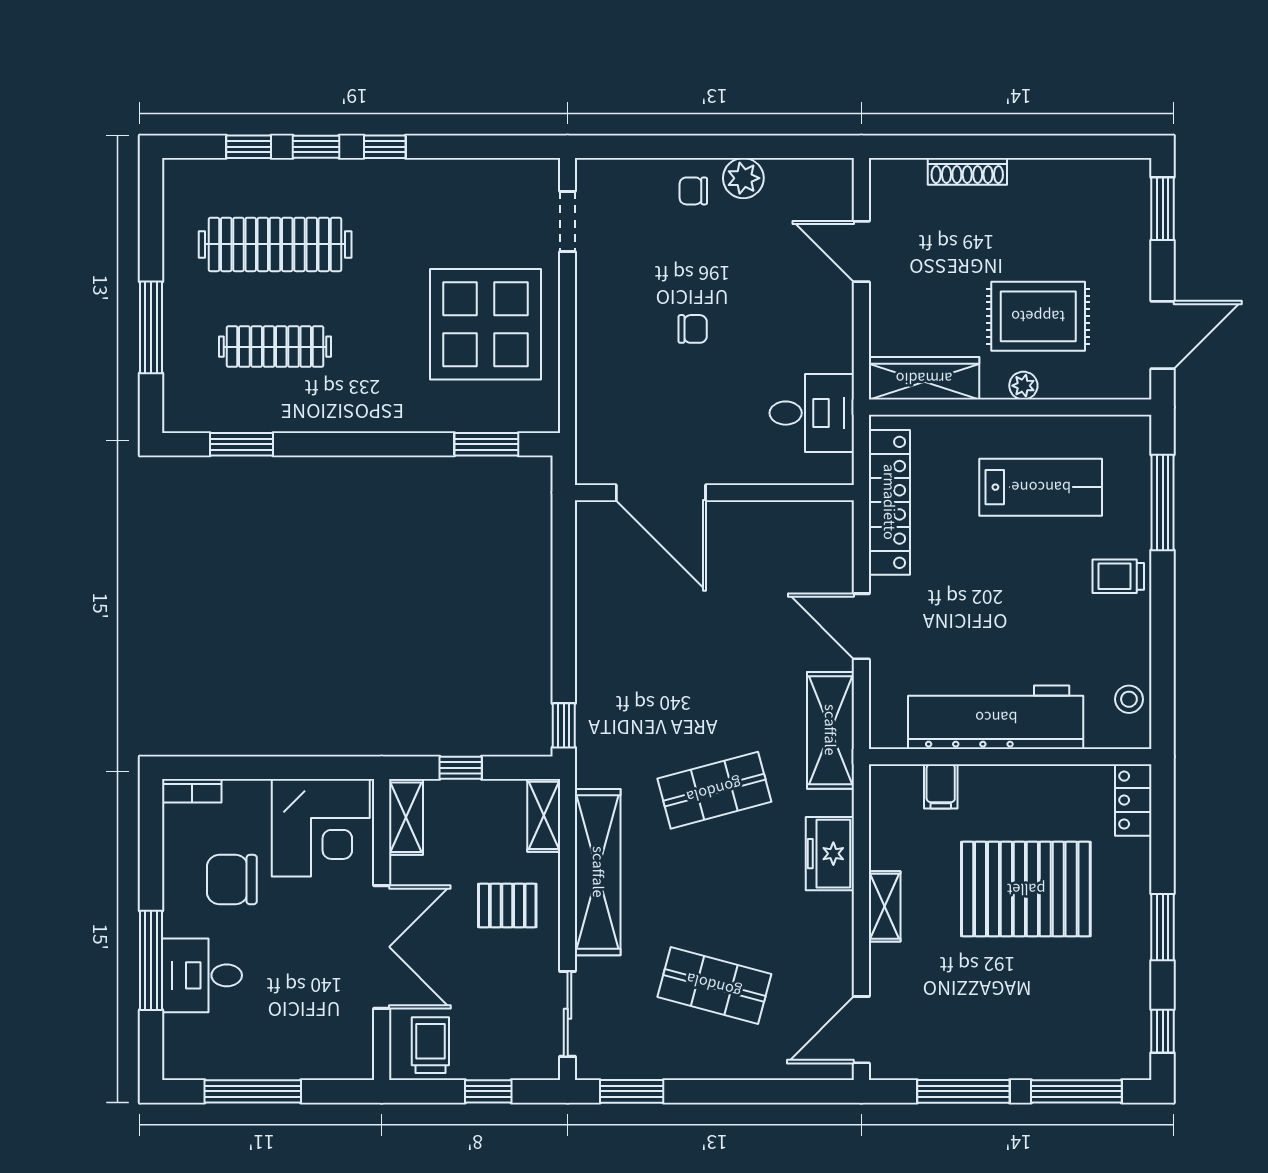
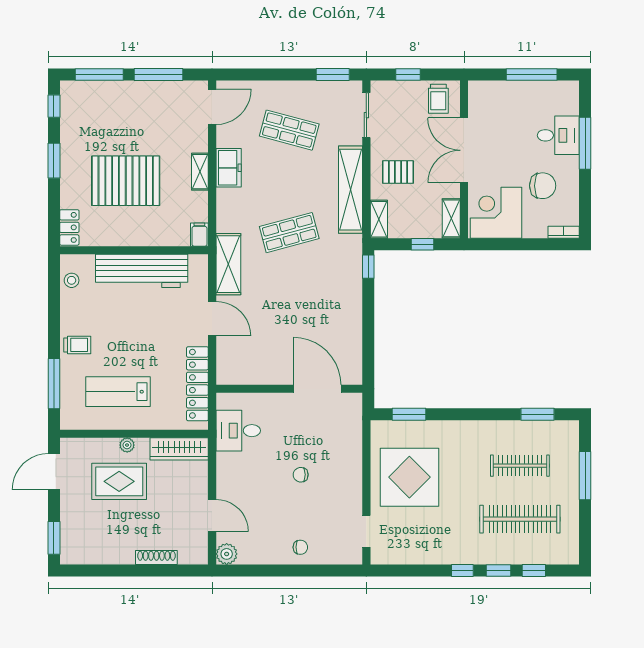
plant: (743, 178) -> (227, 554), moved
filing cabinet: (941, 786) -> (199, 235), moved
freezer: (830, 854) -> (229, 168), moved

